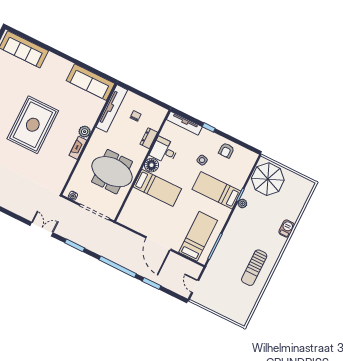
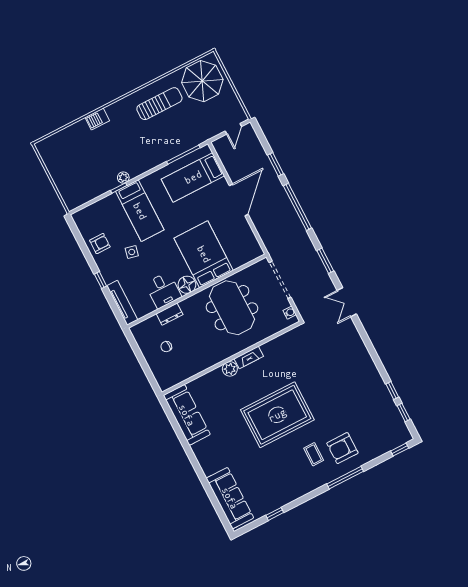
tv unit: (112, 108) -> (185, 372), removed
parasol: (268, 179) -> (202, 81), moved
bed: (157, 188) -> (204, 254), width x1.50

